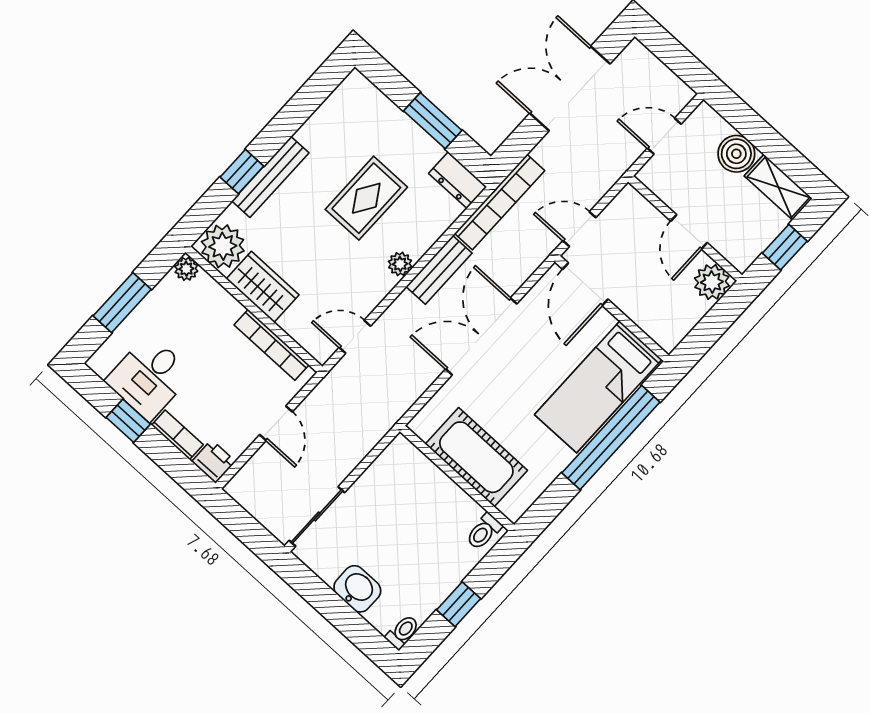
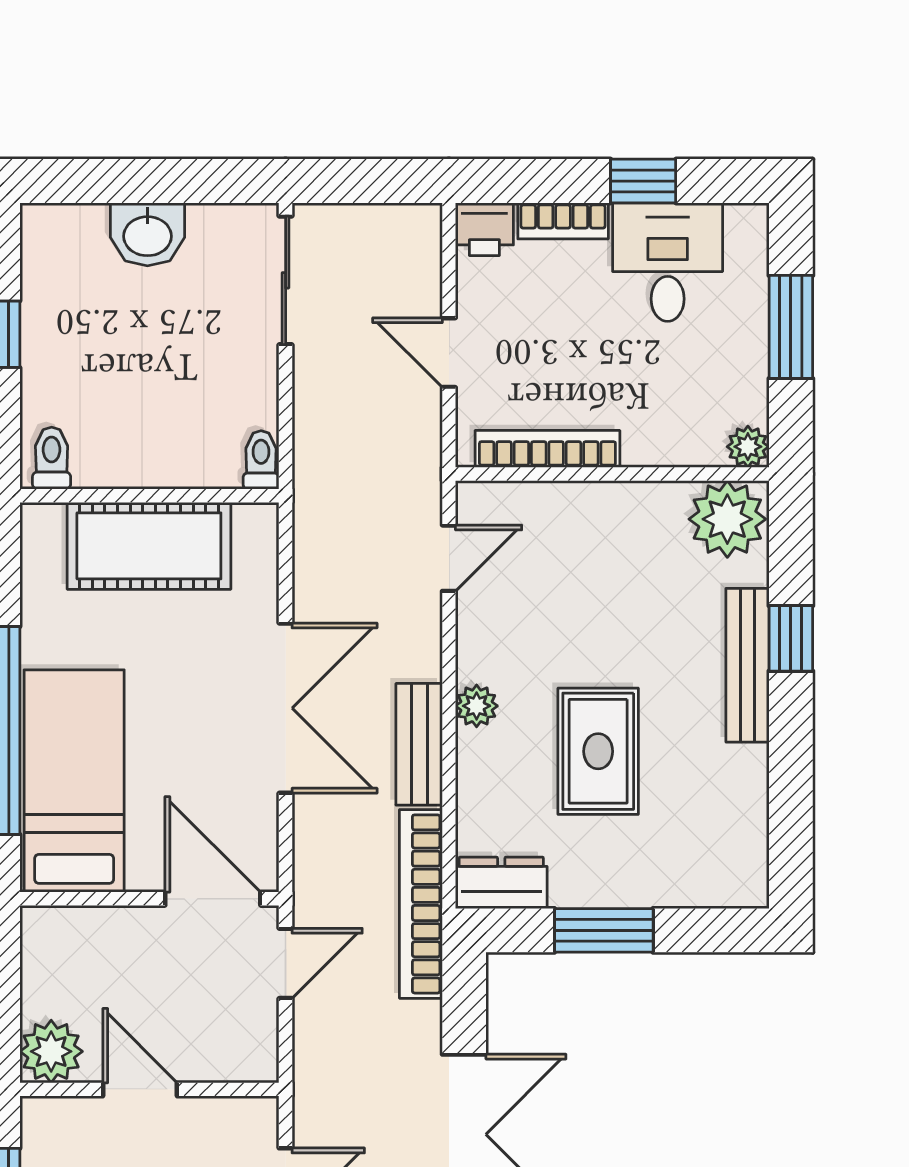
wardrobe: (263, 287) -> (628, 513), removed
toilet: (403, 632) -> (261, 460), moved, turned 180

